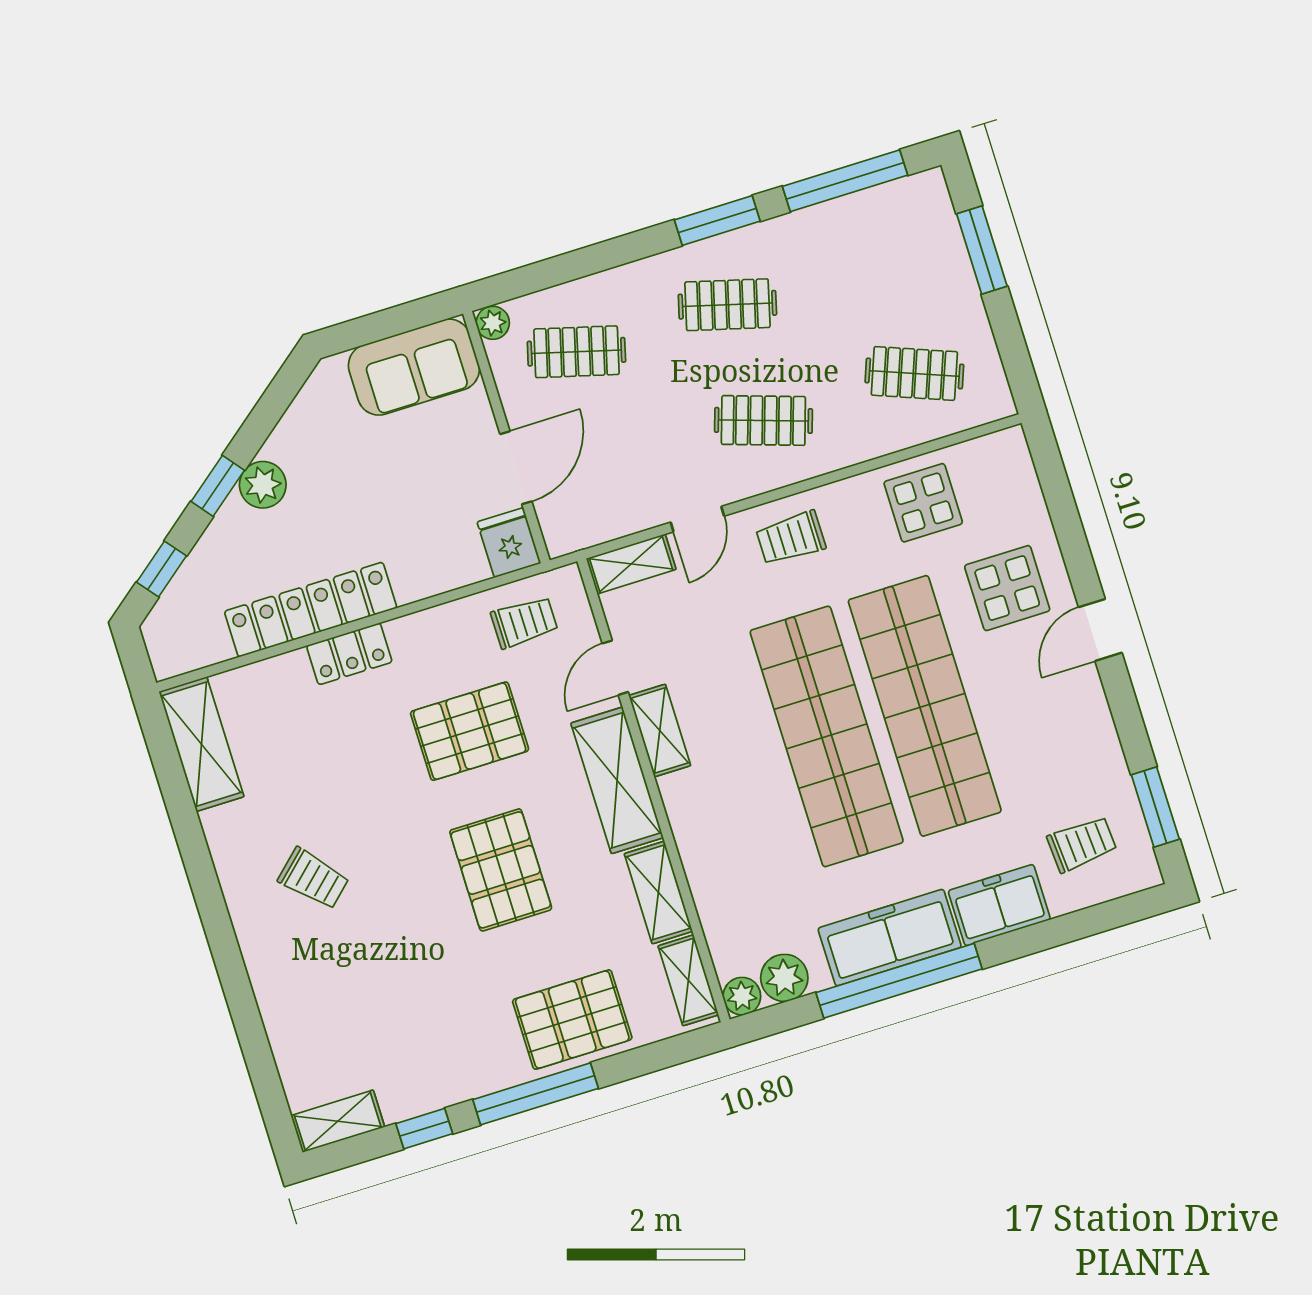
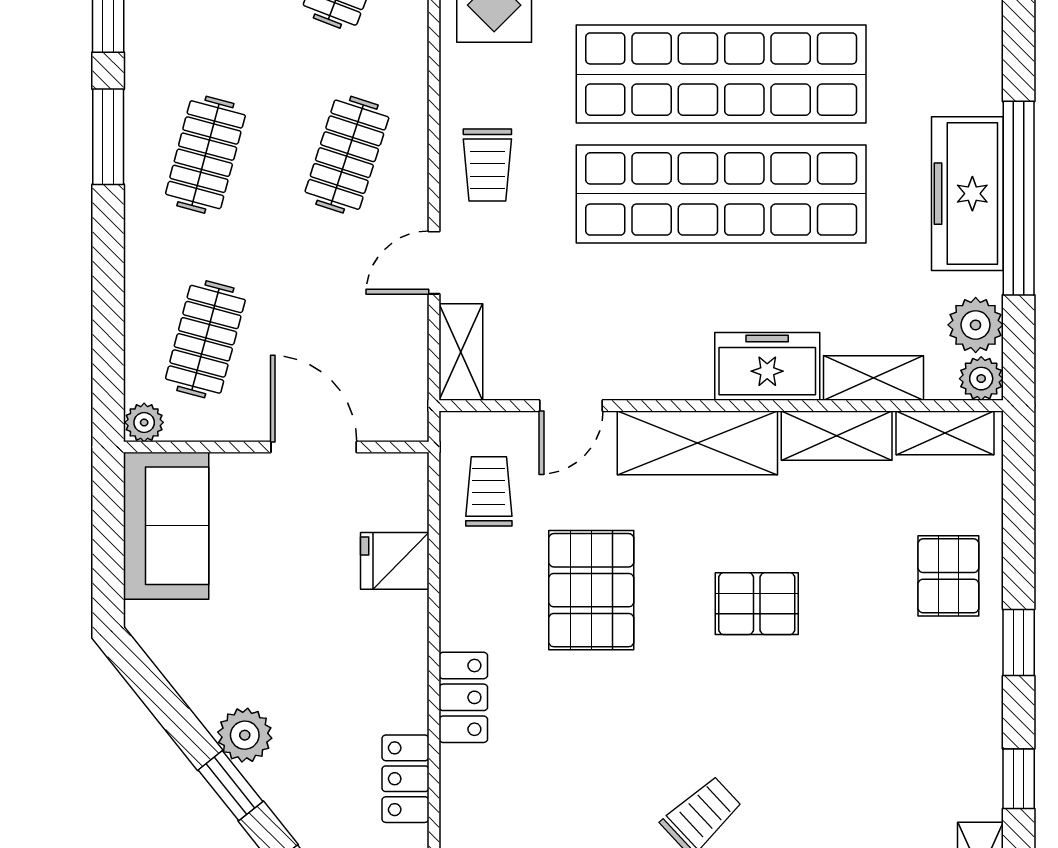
door: (697, 519) -> (434, 263), swing flipped
fridge: (509, 543) -> (395, 561), moved
locker: (311, 610) -> (405, 779), width x0.46, depth x0.83
door: (615, 668) -> (571, 406), hinge flipped
shelving: (660, 731) -> (874, 378), moved
pallet: (501, 870) -> (757, 604), width x0.67, depth x0.71
freezer: (999, 905) -> (767, 366), moved, turned 90
pallet: (572, 1020) -> (948, 576), width x0.67, depth x0.71
window: (536, 1094) -> (1019, 643), width x0.46

